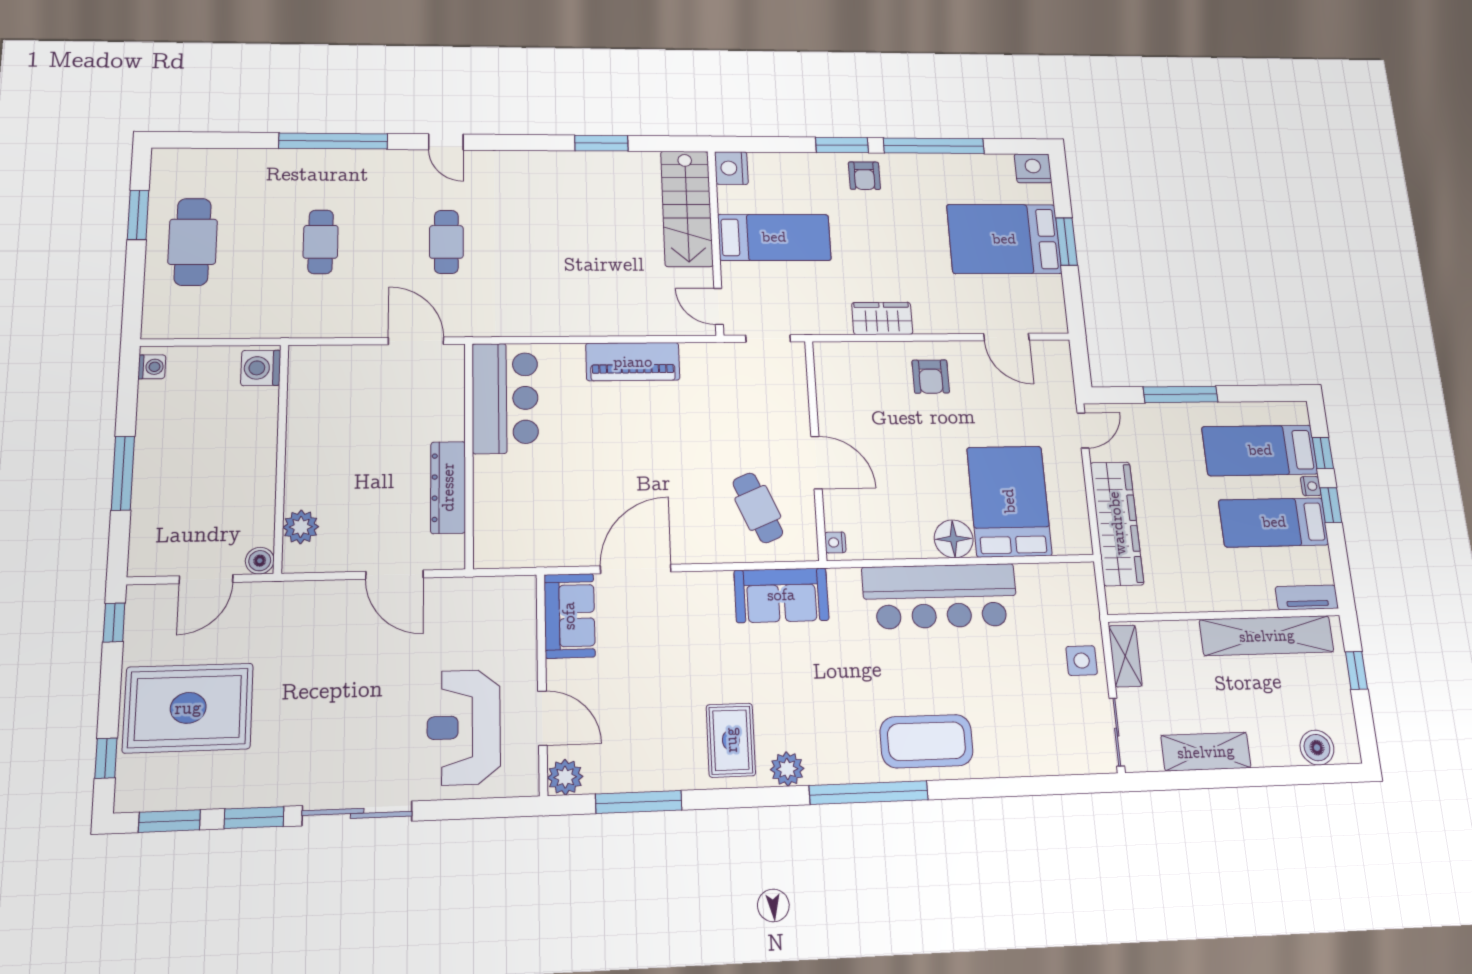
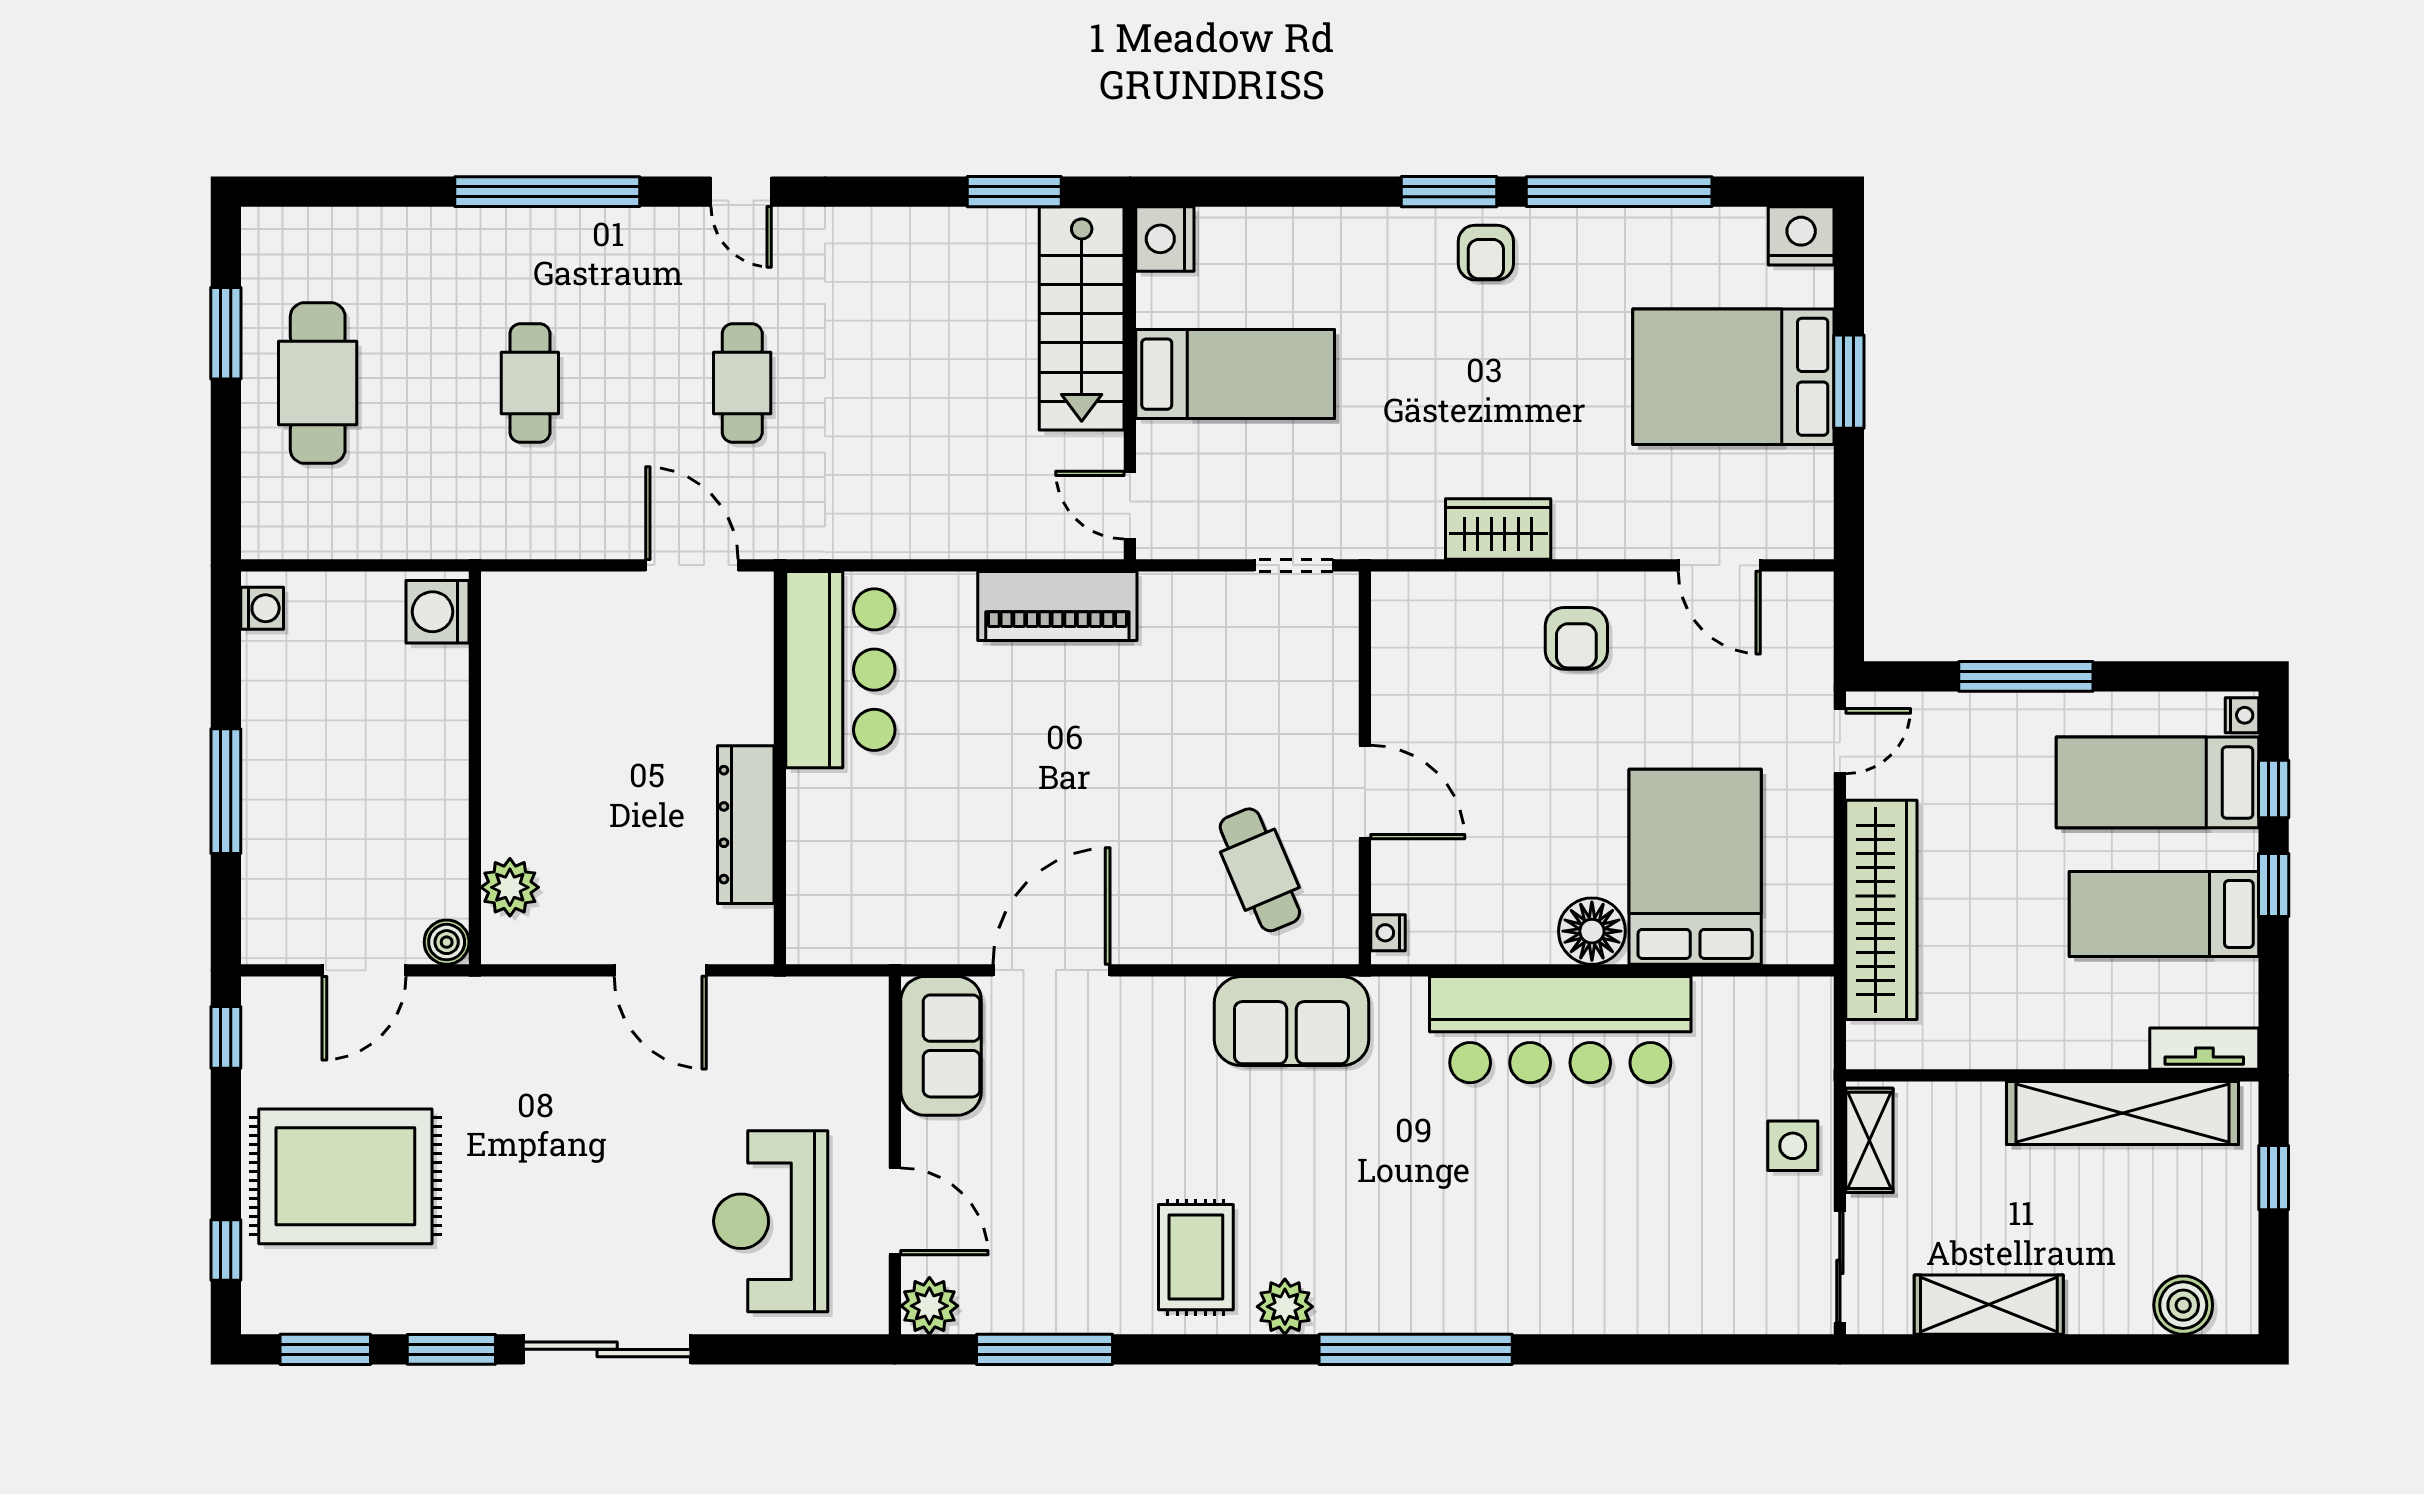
nightstand: (731, 168) -> (1165, 239), moved
stairs: (687, 208) -> (1082, 318), moved
bed: (774, 237) -> (1235, 374), moved
wall: (715, 242) -> (1130, 383), moved
door: (719, 306) -> (1130, 505), moved
nightstand: (1311, 486) -> (2242, 715), moved
coffee table: (926, 741) -> (1517, 1270), removed

